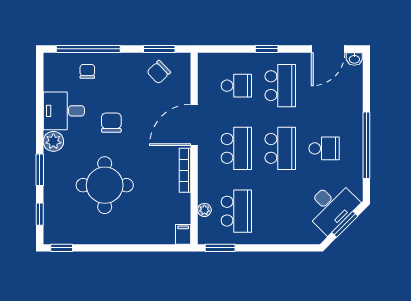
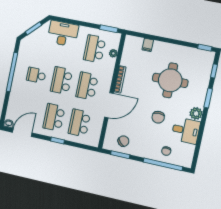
school desk: (236, 86) -> (79, 123), width x1.85
desk: (331, 206) -> (63, 34), moved, turned 45
filing cabinet: (183, 234) -> (148, 45), moved

